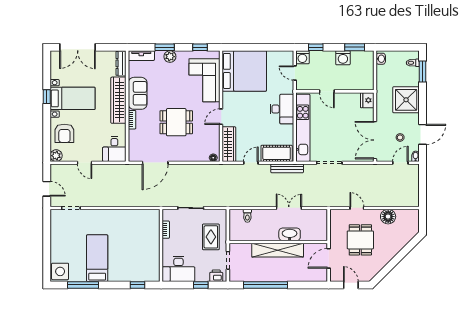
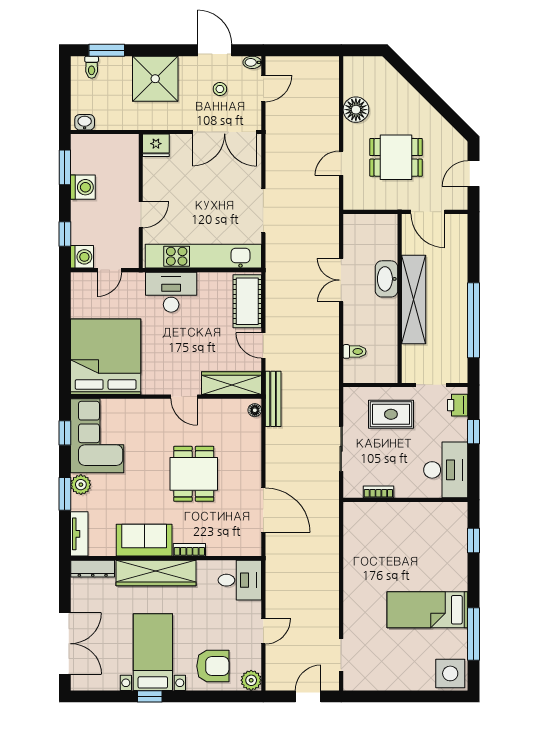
corner sofa: (205, 80) -> (97, 436), moved, turned -90
door: (400, 163) -> (263, 88), swing flipped
bench: (287, 168) -> (273, 399), moved

